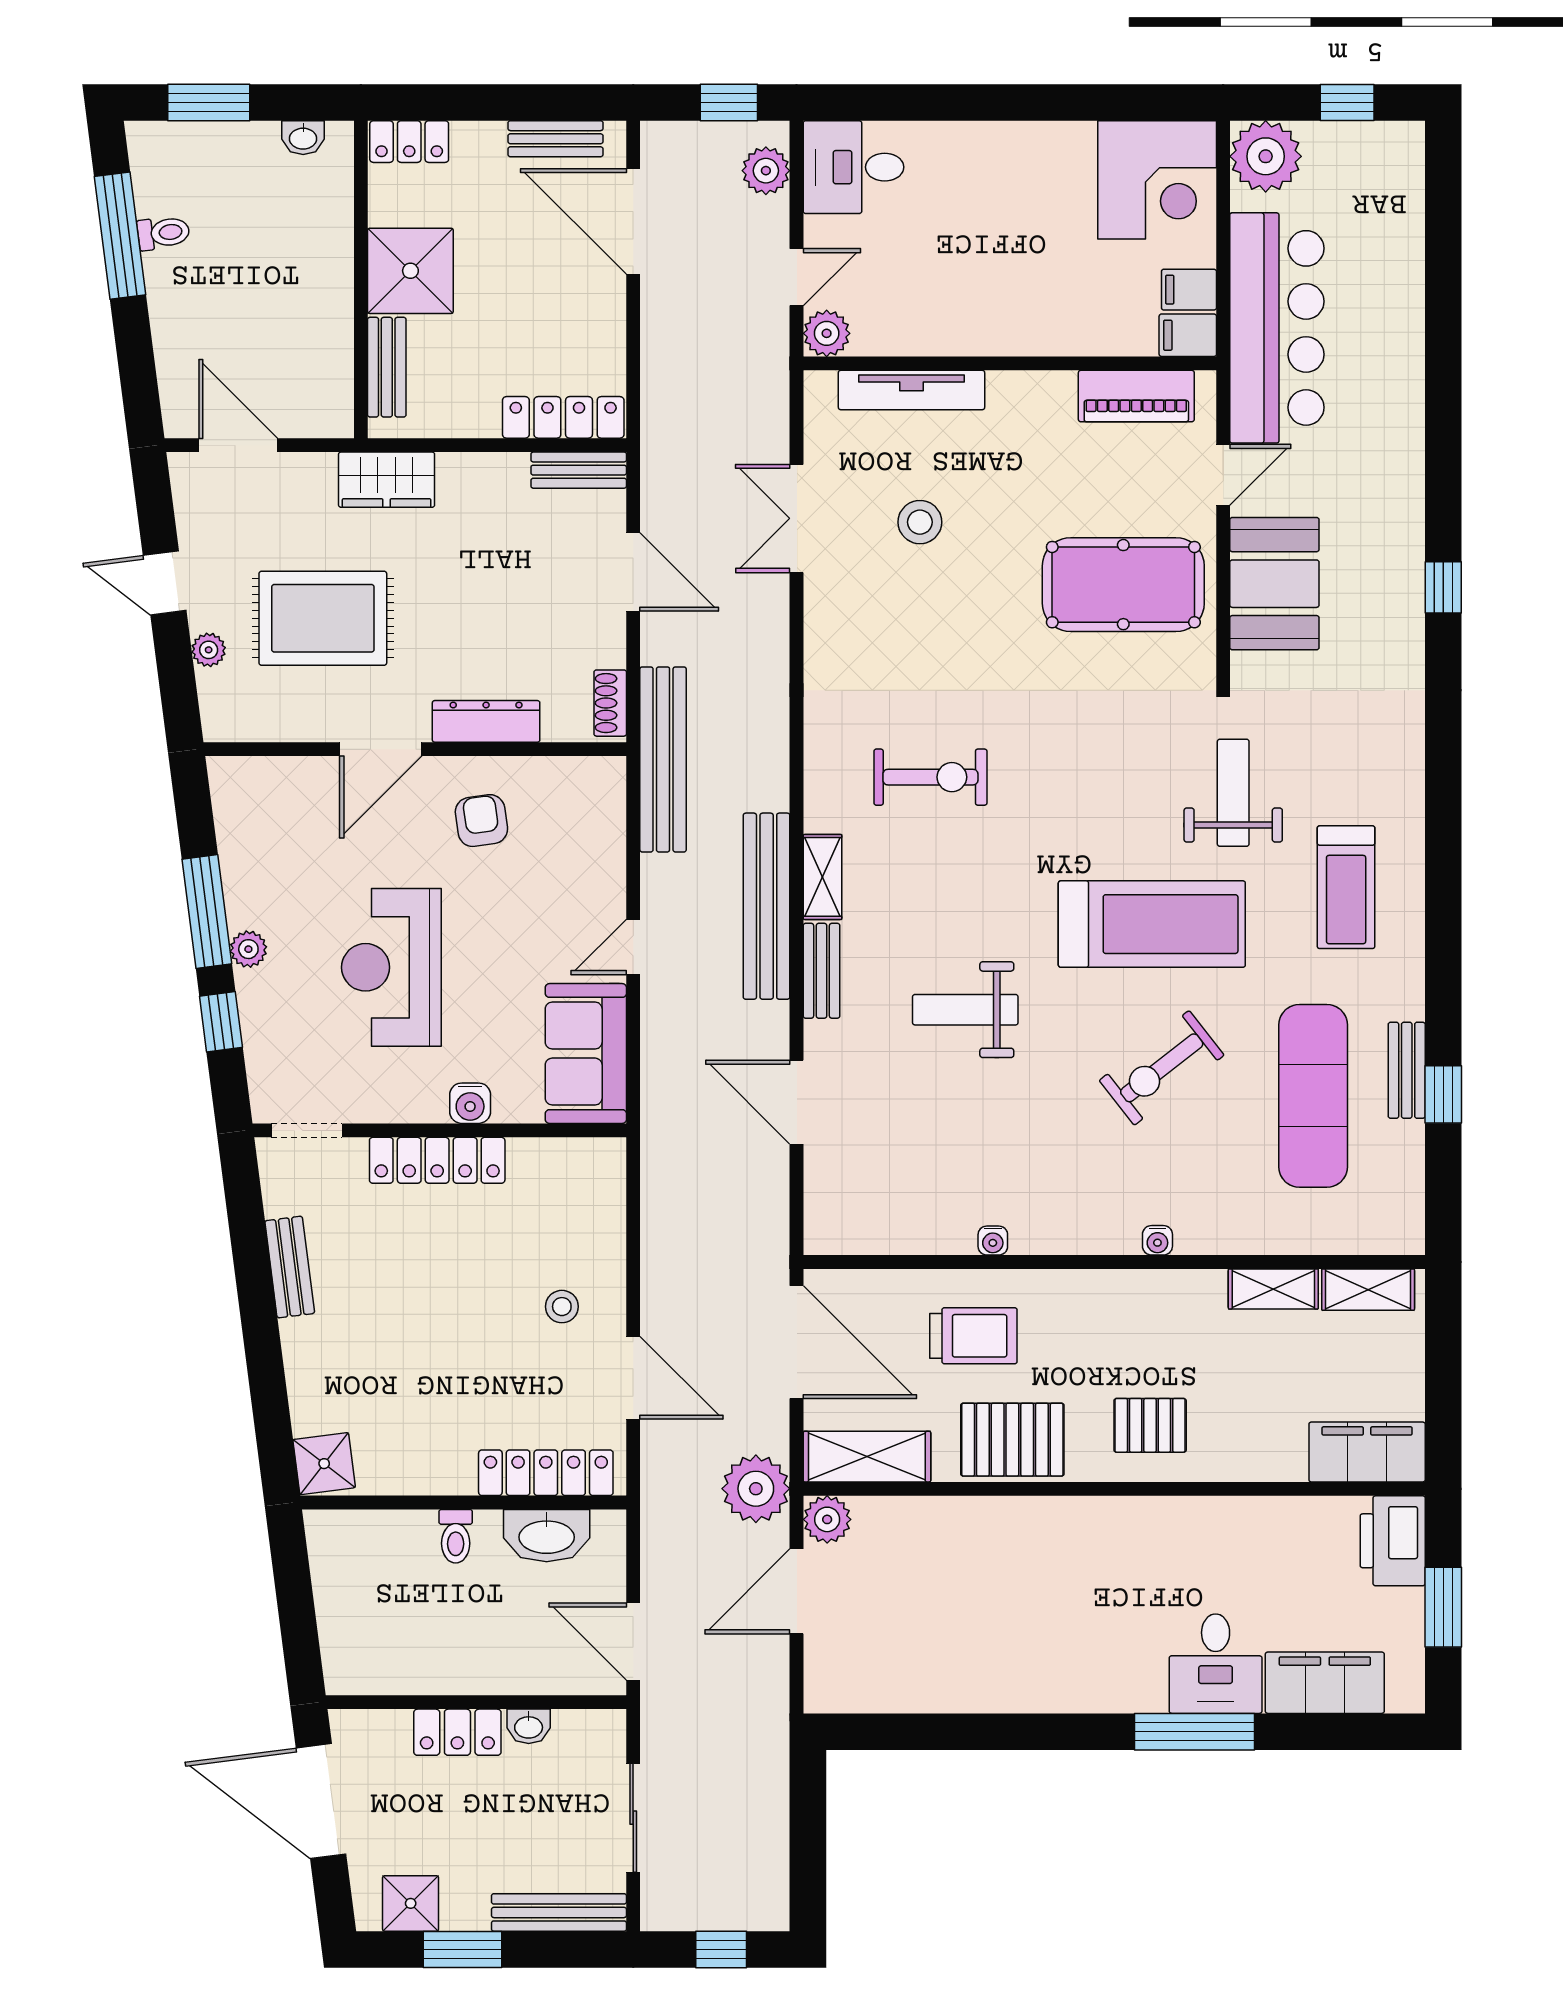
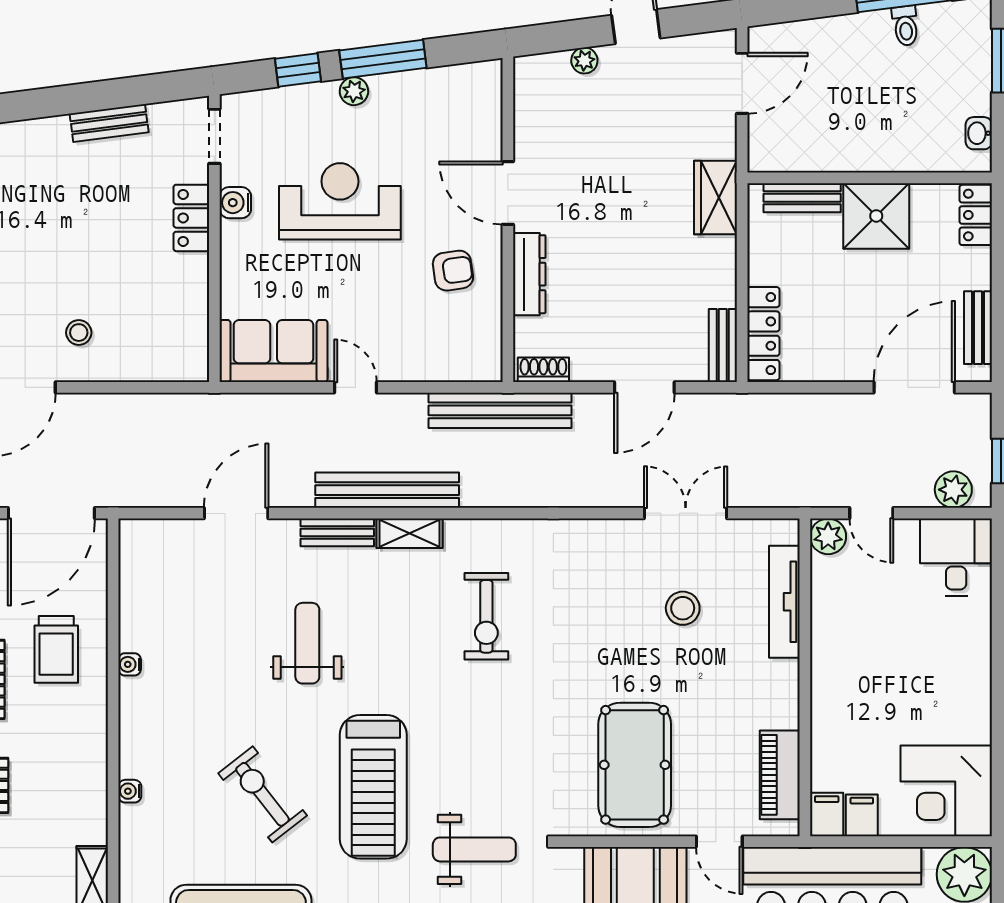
rug: (323, 618) -> (609, 149), removed
water cooler: (470, 1103) -> (235, 203), moved
locker: (437, 1160) -> (191, 218), width x0.66

